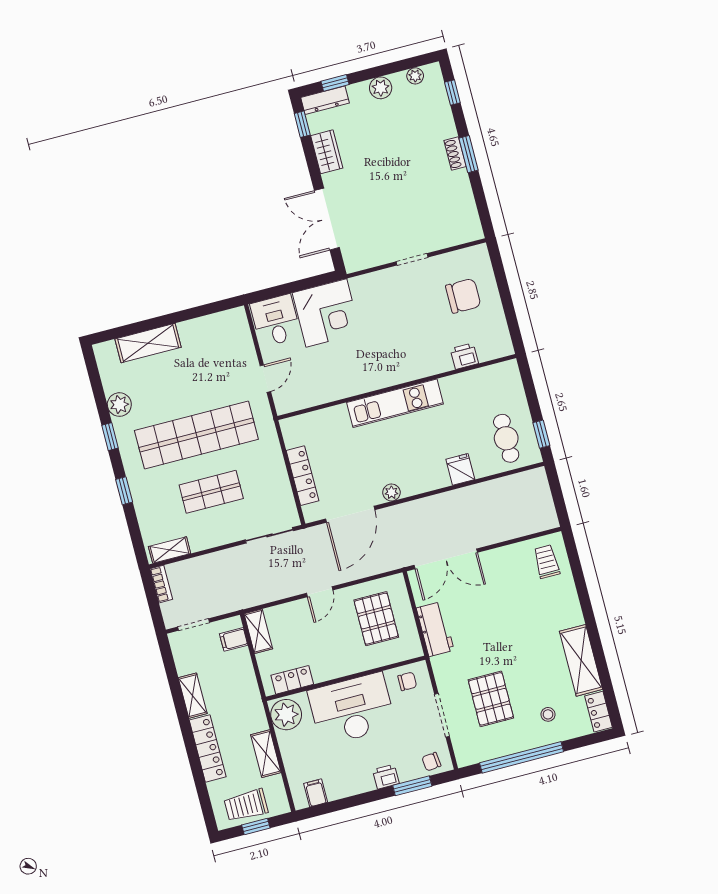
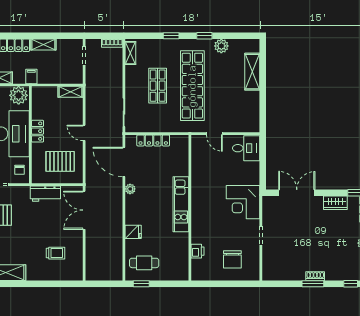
corner desk: (326, 313) -> (243, 202), moved
trolley: (547, 562) -> (56, 253), moved
filing cabinet: (234, 639) -> (31, 76), moved
locker: (292, 680) -> (38, 131), moved

